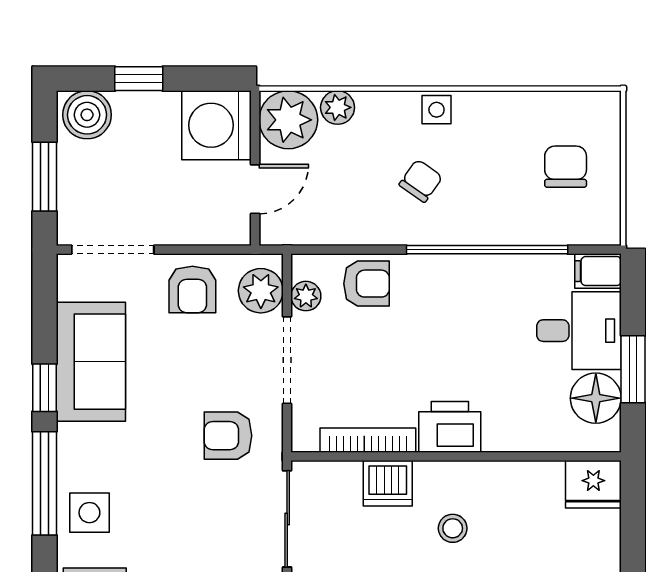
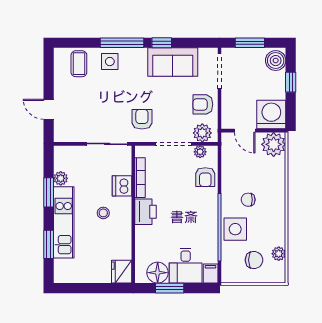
plant: (338, 107) -> (279, 254), moved
side table: (437, 110) -> (235, 229), moved, width x1.87, depth x1.87
chair: (421, 181) -> (248, 200), turned 145

